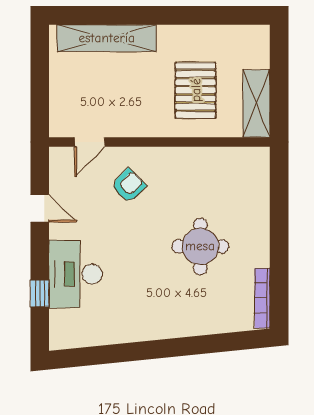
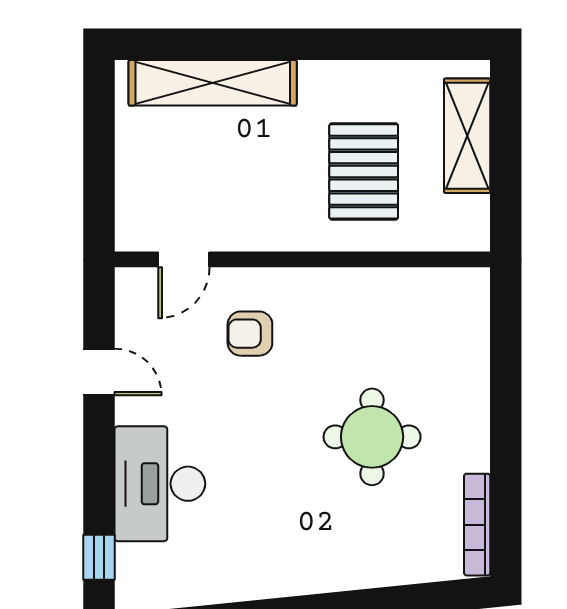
shelving: (256, 104) -> (467, 136), moved
armchair: (129, 186) -> (250, 334), turned -135
window: (40, 293) -> (99, 557), moved

